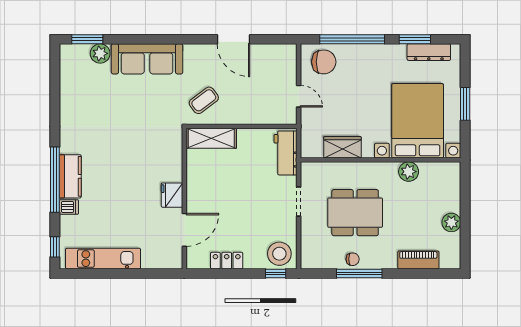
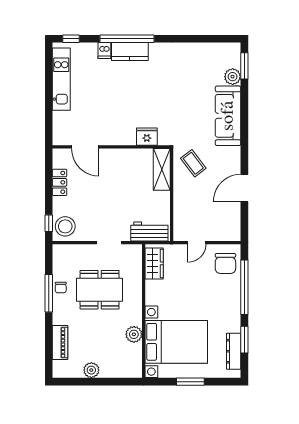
wardrobe: (342, 147) -> (154, 263), moved
fridge: (172, 195) -> (147, 137), moved
dining table: (355, 213) -> (100, 290), turned 90

